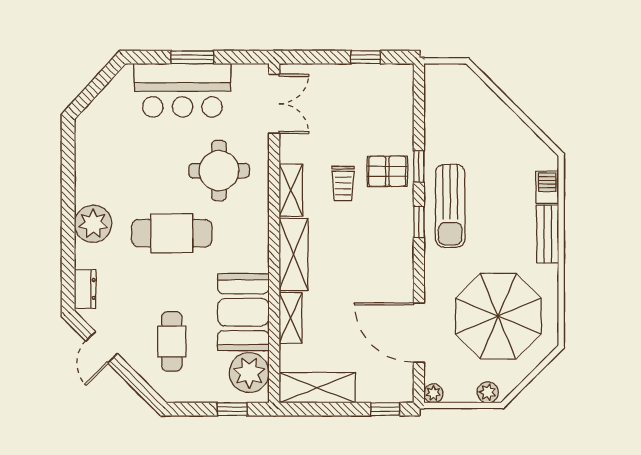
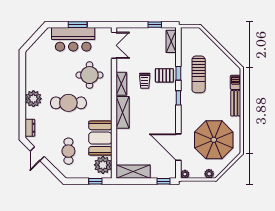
sun lounger: (450, 206) -> (199, 74), moved
shelving: (291, 318) -> (171, 41), moved

